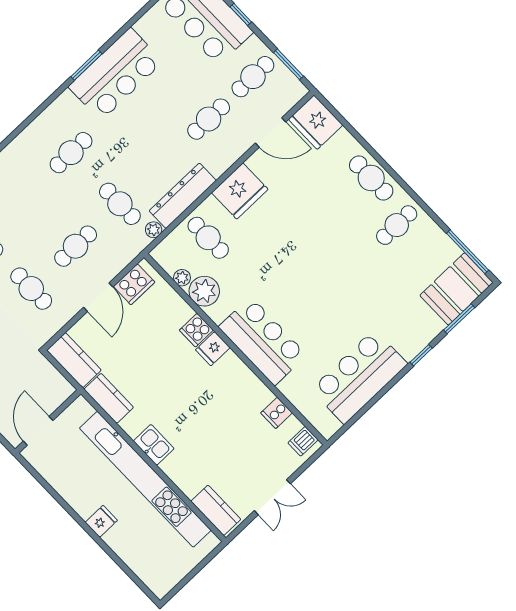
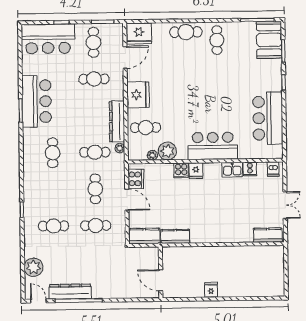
cafe table: (209, 119) -> (94, 79), turned 90
kitchen sink: (154, 445) -> (232, 170), moved, turned 180
kitchen unit: (145, 479) -> (225, 253), removed
fridge: (101, 521) -> (211, 290), moved

